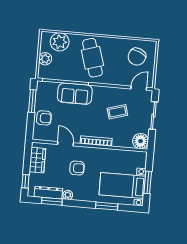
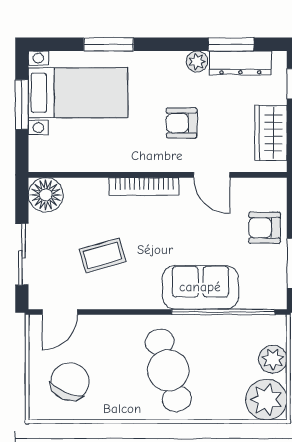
plant: (60, 42) -> (266, 400), moved

